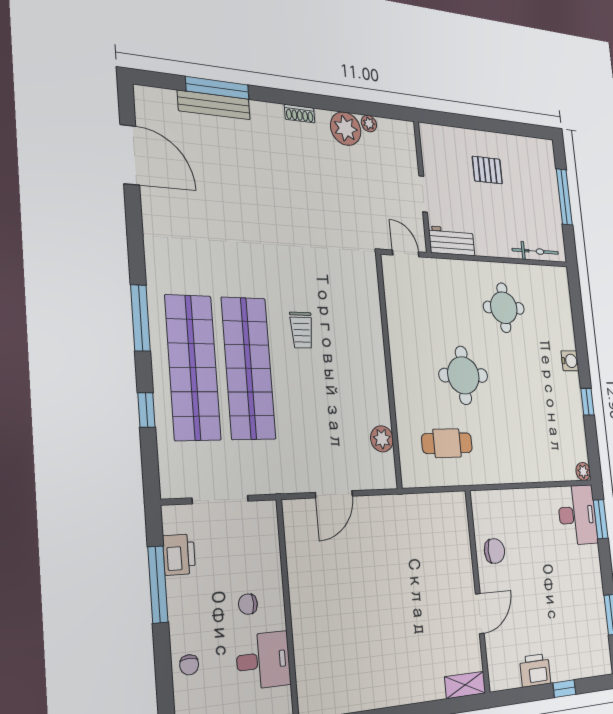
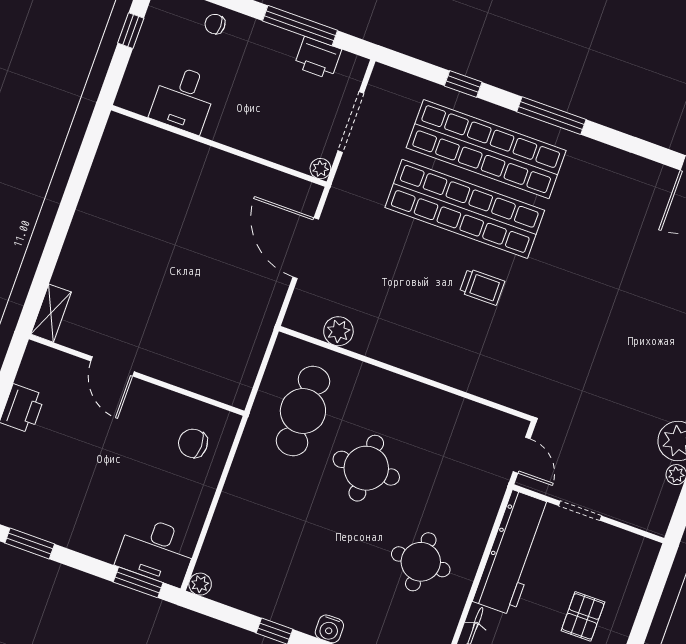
workbench: (452, 241) -> (513, 553), width x1.88, depth x1.32
door: (406, 253) -> (522, 455), hinge flipped
trolley: (302, 330) -> (482, 287), turned 180
cafe table: (447, 443) -> (303, 411), width x1.37, depth x1.35
door: (334, 494) -> (306, 248), width x1.36
plant: (269, 510) -> (320, 169), added
chair: (495, 551) -> (193, 443), moved, turned 91
chair: (248, 604) -> (242, 107), removed

